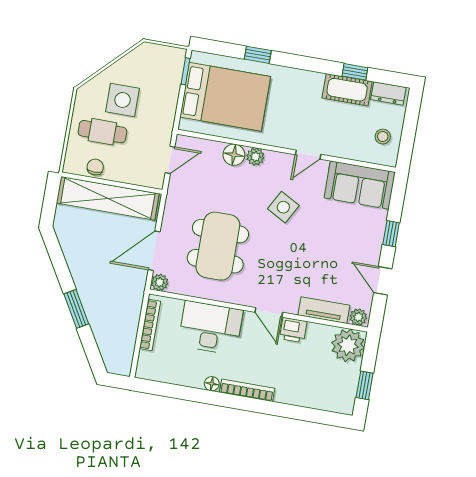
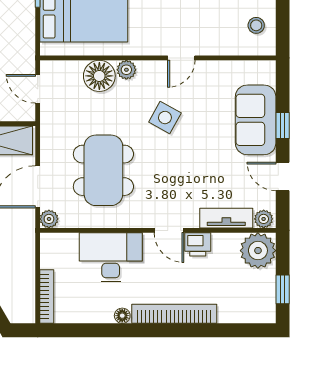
floor lamp: (234, 155) -> (99, 76), width x1.38, depth x1.38
door: (170, 160) -> (38, 89), swing flipped
sofa: (360, 185) -> (256, 120), moved, turned 90
bookcase: (150, 325) -> (47, 297), moved
bookcase: (247, 390) -> (174, 314), width x1.48, depth x1.31

